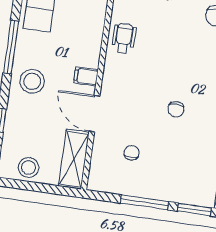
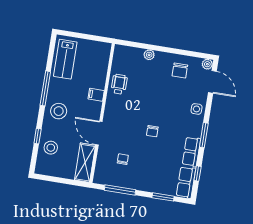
filing cabinet: (86, 76) -> (96, 95), moved
stool: (29, 167) -> (51, 148), moved
window: (144, 202) -> (120, 190), moved

